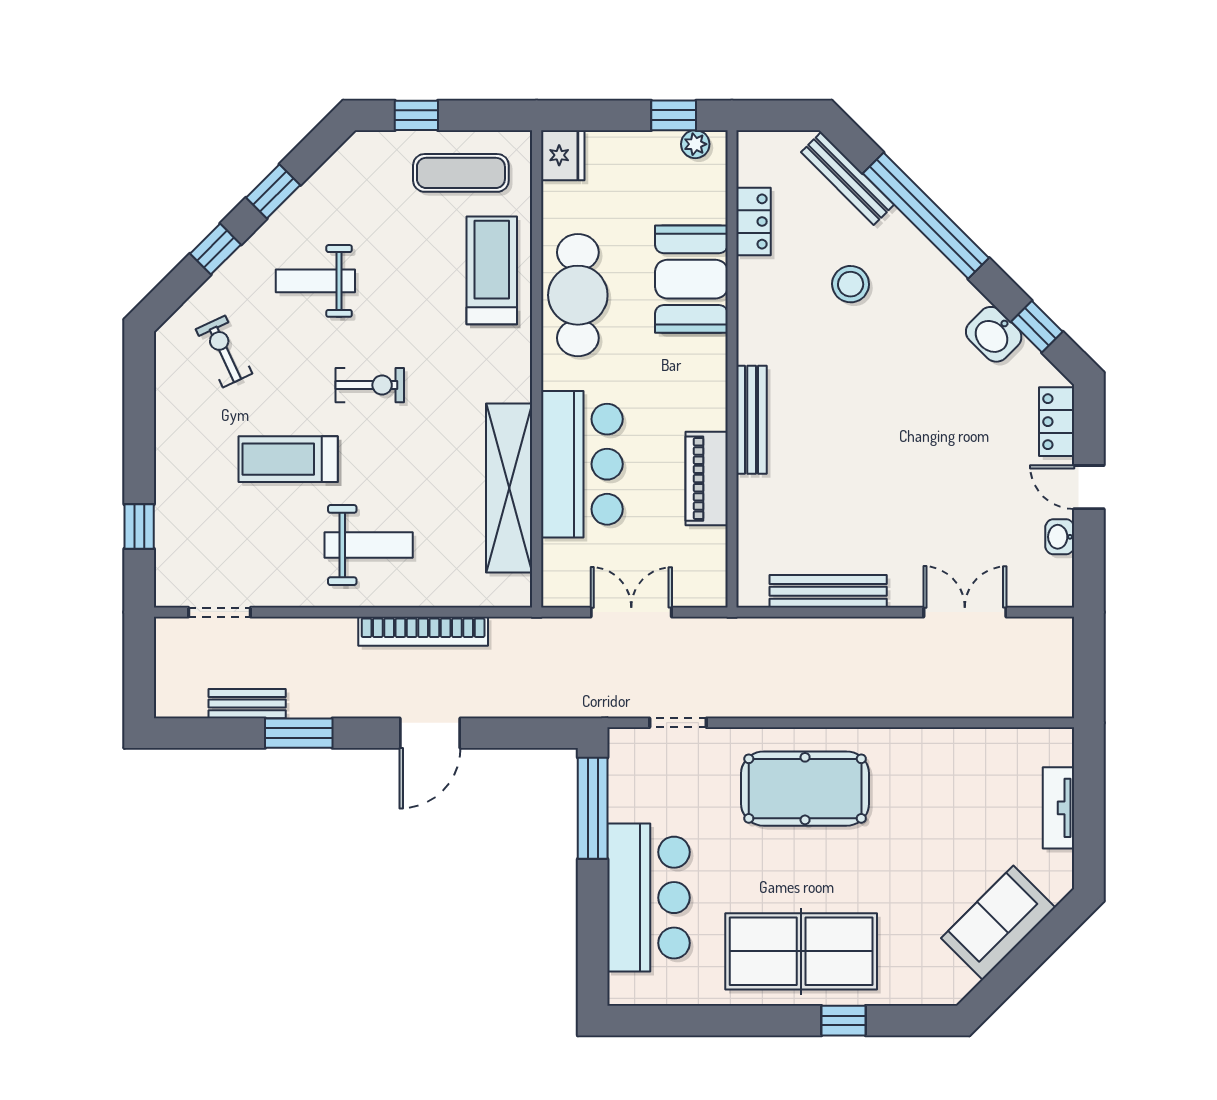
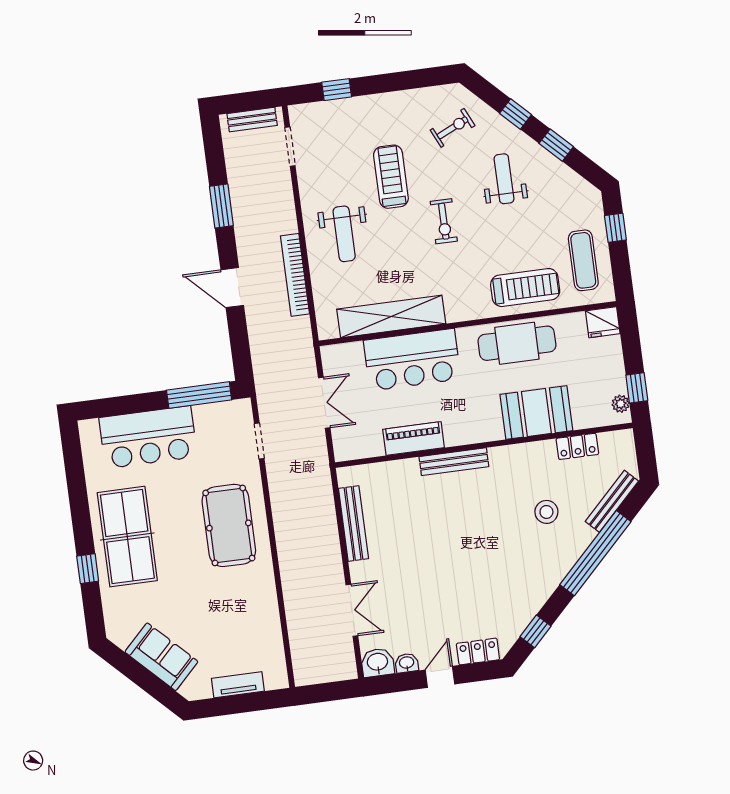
washbasin: (994, 334) -> (378, 662), moved, turned 45
bench: (247, 704) -> (252, 119), moved, turned 90

